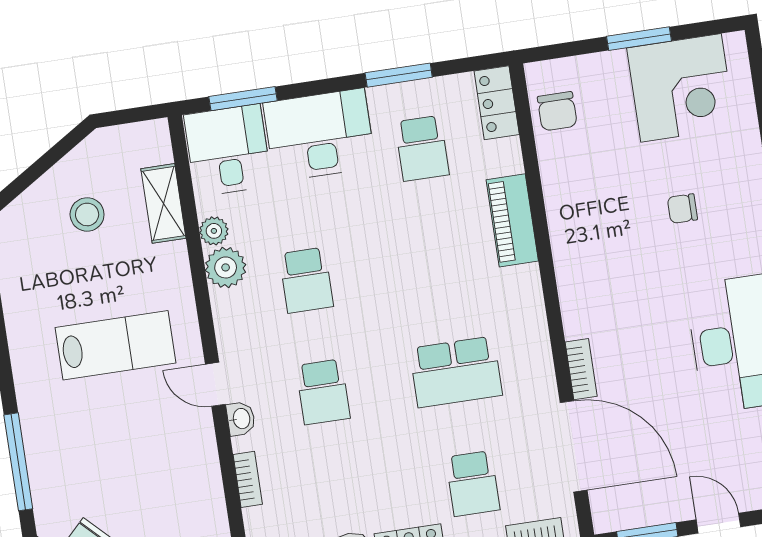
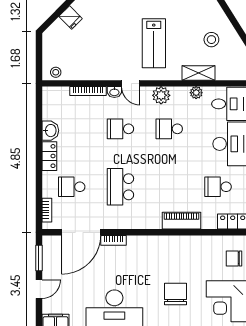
chair: (557, 111) -> (234, 258), moved
shelving: (163, 203) -> (199, 73), moved
chair: (682, 209) -> (176, 294), width x1.87, depth x1.87
plant: (226, 267) -> (161, 95), moved
door: (215, 384) -> (131, 83), swing flipped
bookcase: (248, 479) -> (88, 91), width x1.56

